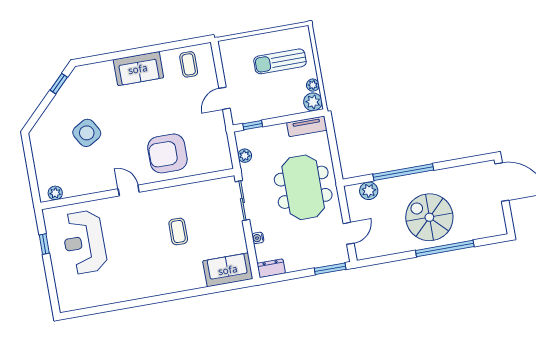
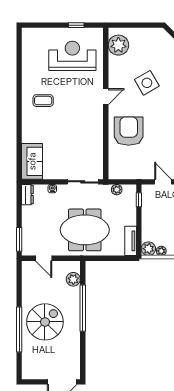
side table: (87, 133) -> (147, 83), moved
plant: (55, 193) -> (118, 45), width x1.88, depth x1.88
coffee table: (178, 231) -> (43, 101), moved

